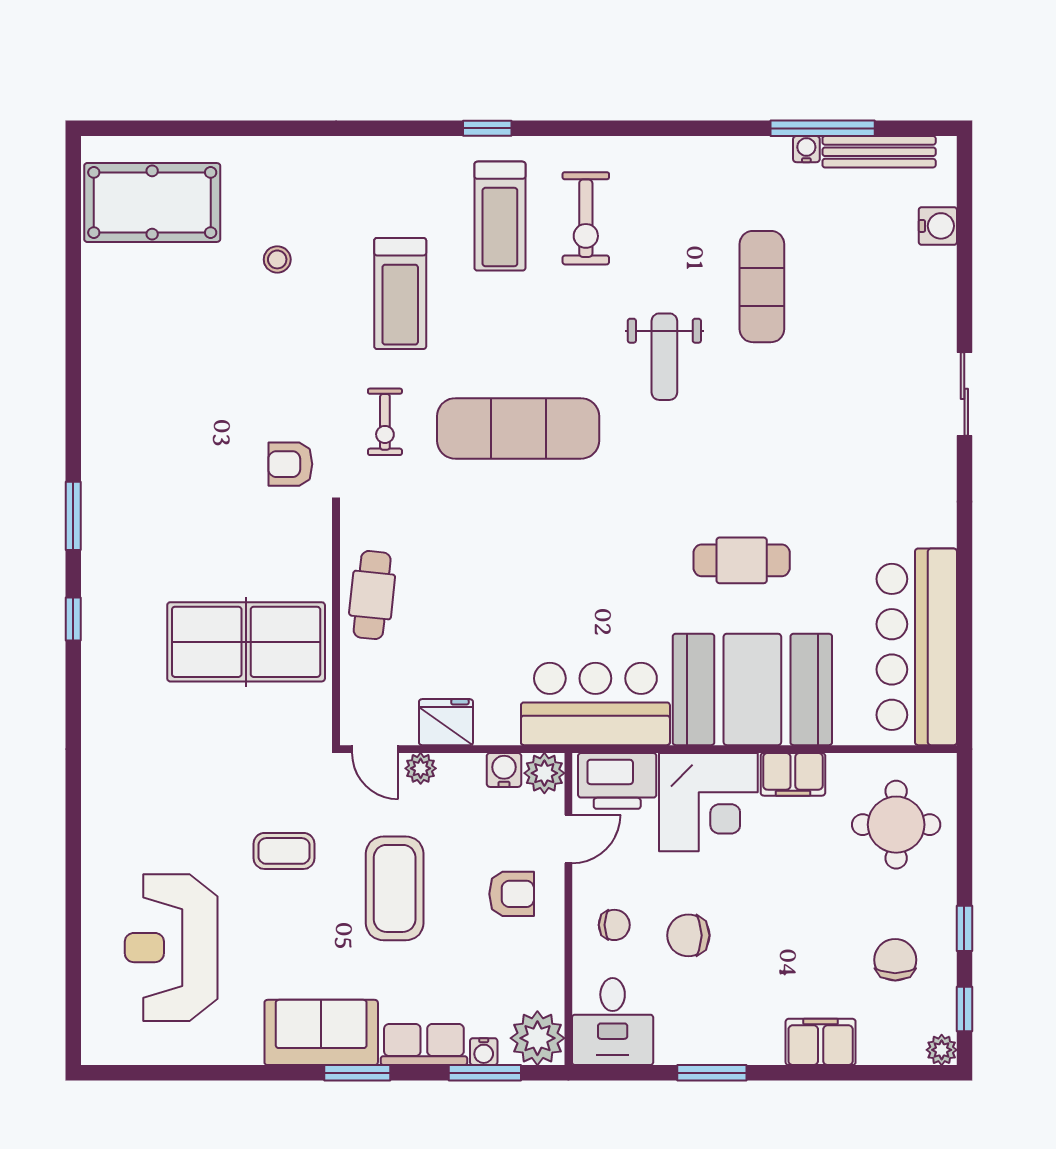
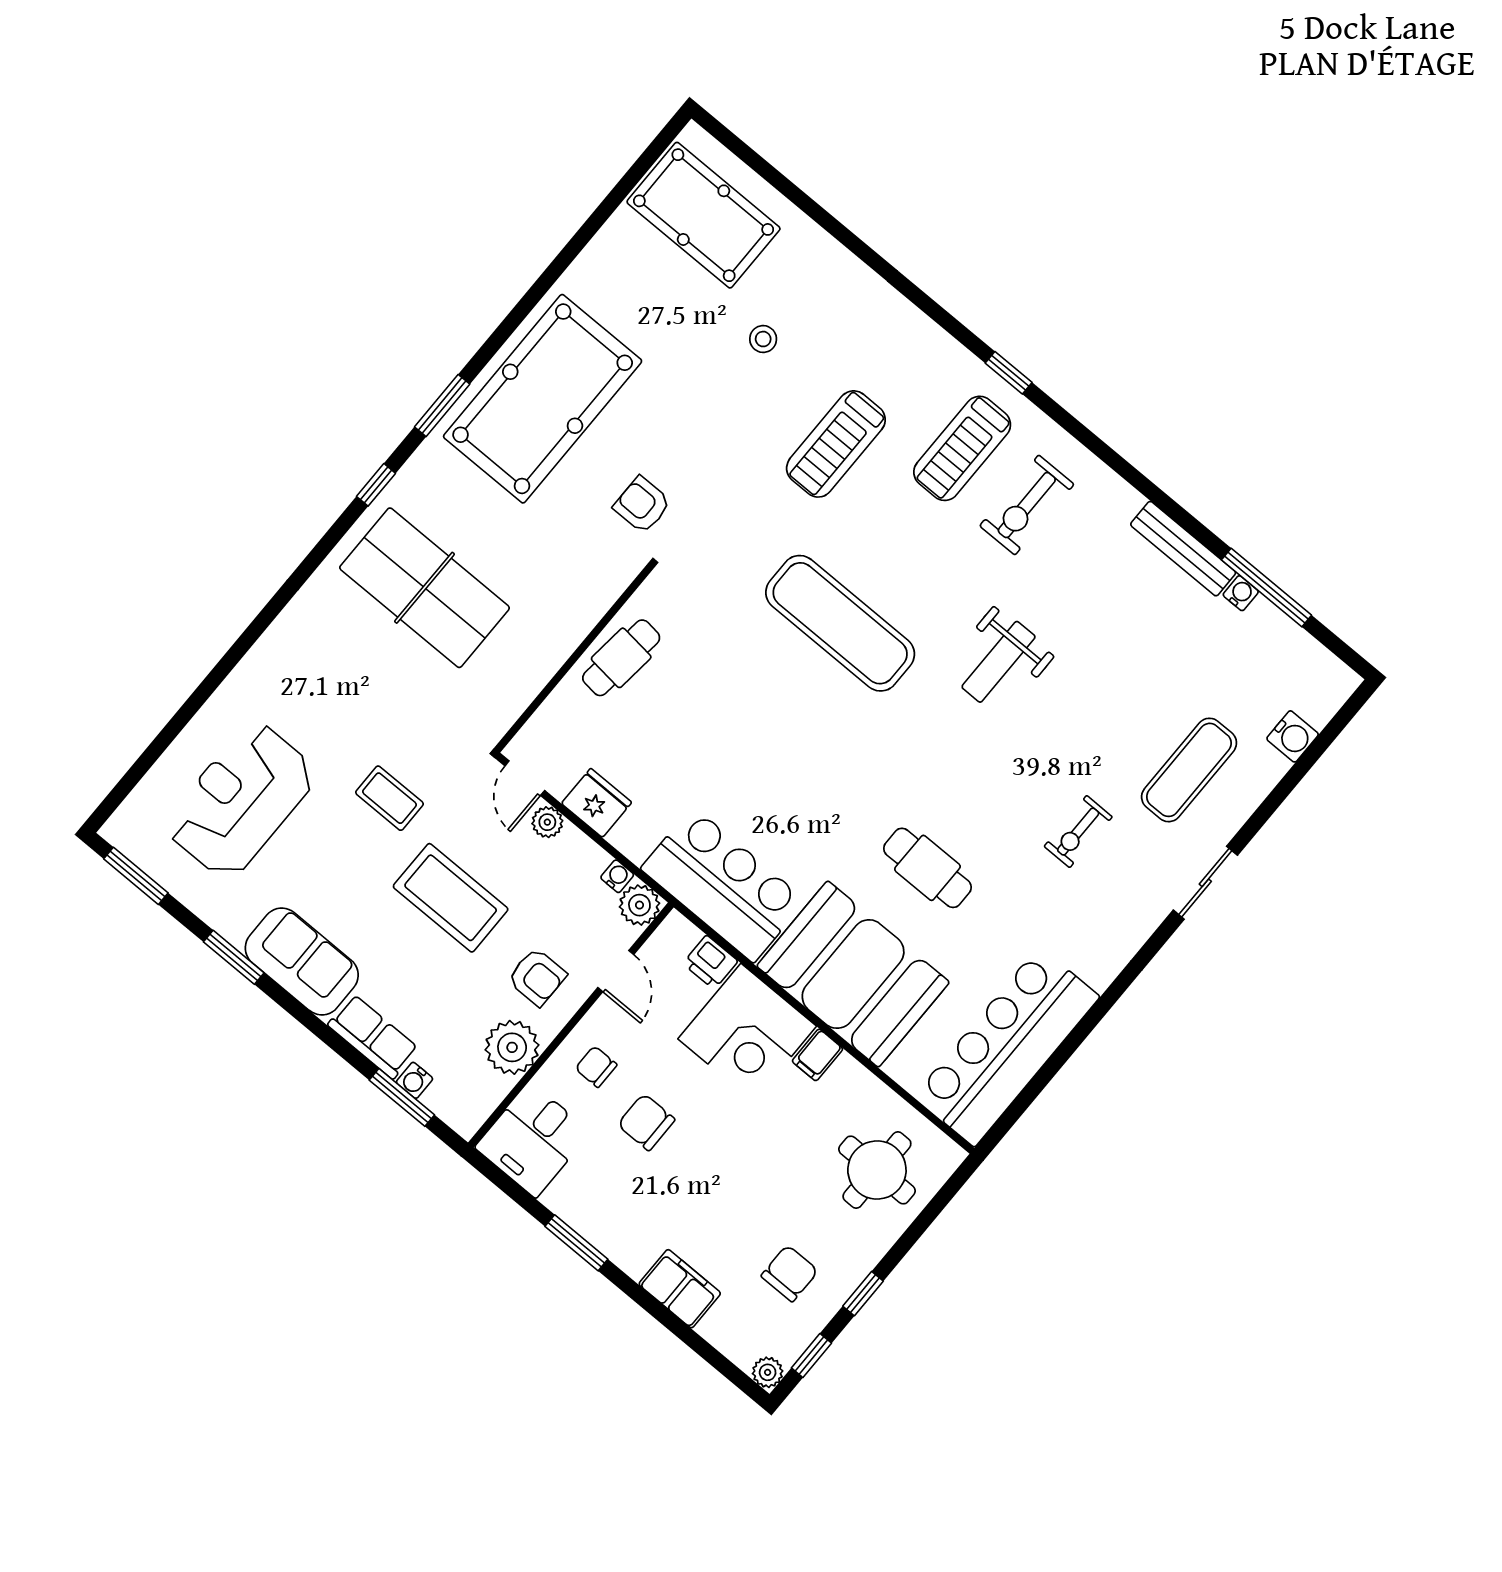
bench: (879, 152) -> (1183, 549), moved
exercise mat: (762, 287) -> (1189, 770), moved
exercise bike: (385, 422) -> (1078, 832), moved
pool table: (146, 446) -> (543, 399), added
table tennis table: (246, 642) -> (425, 588), moved
water cooler: (504, 770) -> (617, 876), width x0.72, depth x0.72
filing cabinet: (793, 774) -> (817, 1055), width x0.50
printer: (617, 781) -> (710, 962), width x0.53, depth x0.68
door: (568, 839) -> (616, 971), hinge flipped
coffee table: (395, 888) -> (451, 898), turned 90
chair: (614, 925) -> (596, 1067), turned 180
plant: (537, 1038) -> (512, 1047), moved
window: (139, 1073) -> (136, 876), added
window: (357, 1073) -> (234, 957), moved

